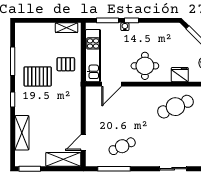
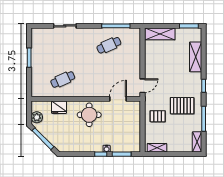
shelving: (20, 34) -> (197, 142), added
kitchen unit: (93, 56) -> (134, 124), removed
cafe table: (175, 107) -> (63, 80), width x0.73, depth x0.74
door: (83, 142) -> (143, 86), moved

